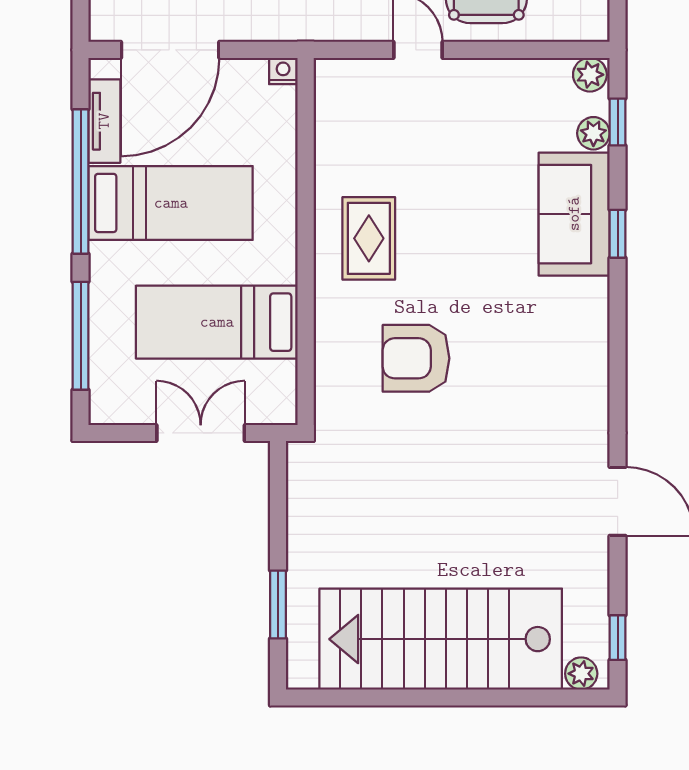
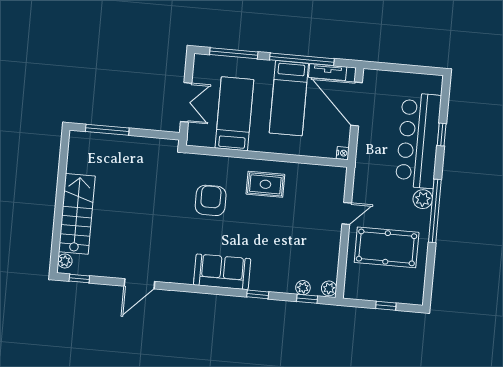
sofa: (574, 214) -> (222, 272), moved
window: (278, 605) -> (107, 130), width x1.44
stairs: (441, 639) -> (77, 214), width x0.73, depth x0.66

